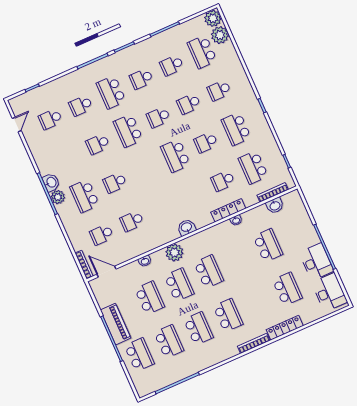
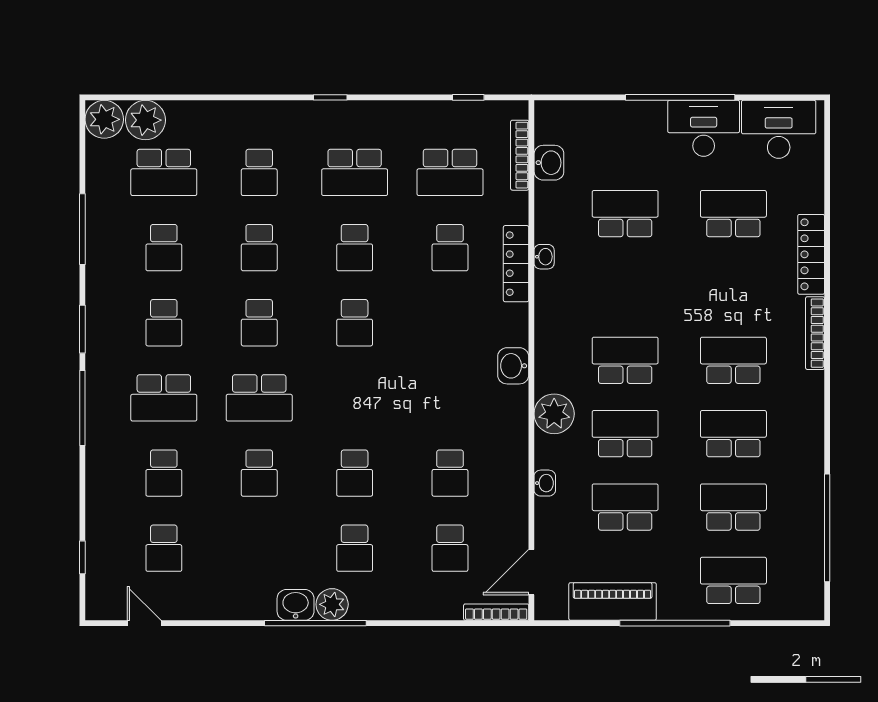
school desk: (176, 156) -> (355, 323), width x0.54
school desk: (85, 196) -> (355, 548), width x0.54
piano: (116, 324) -> (613, 601), moved

